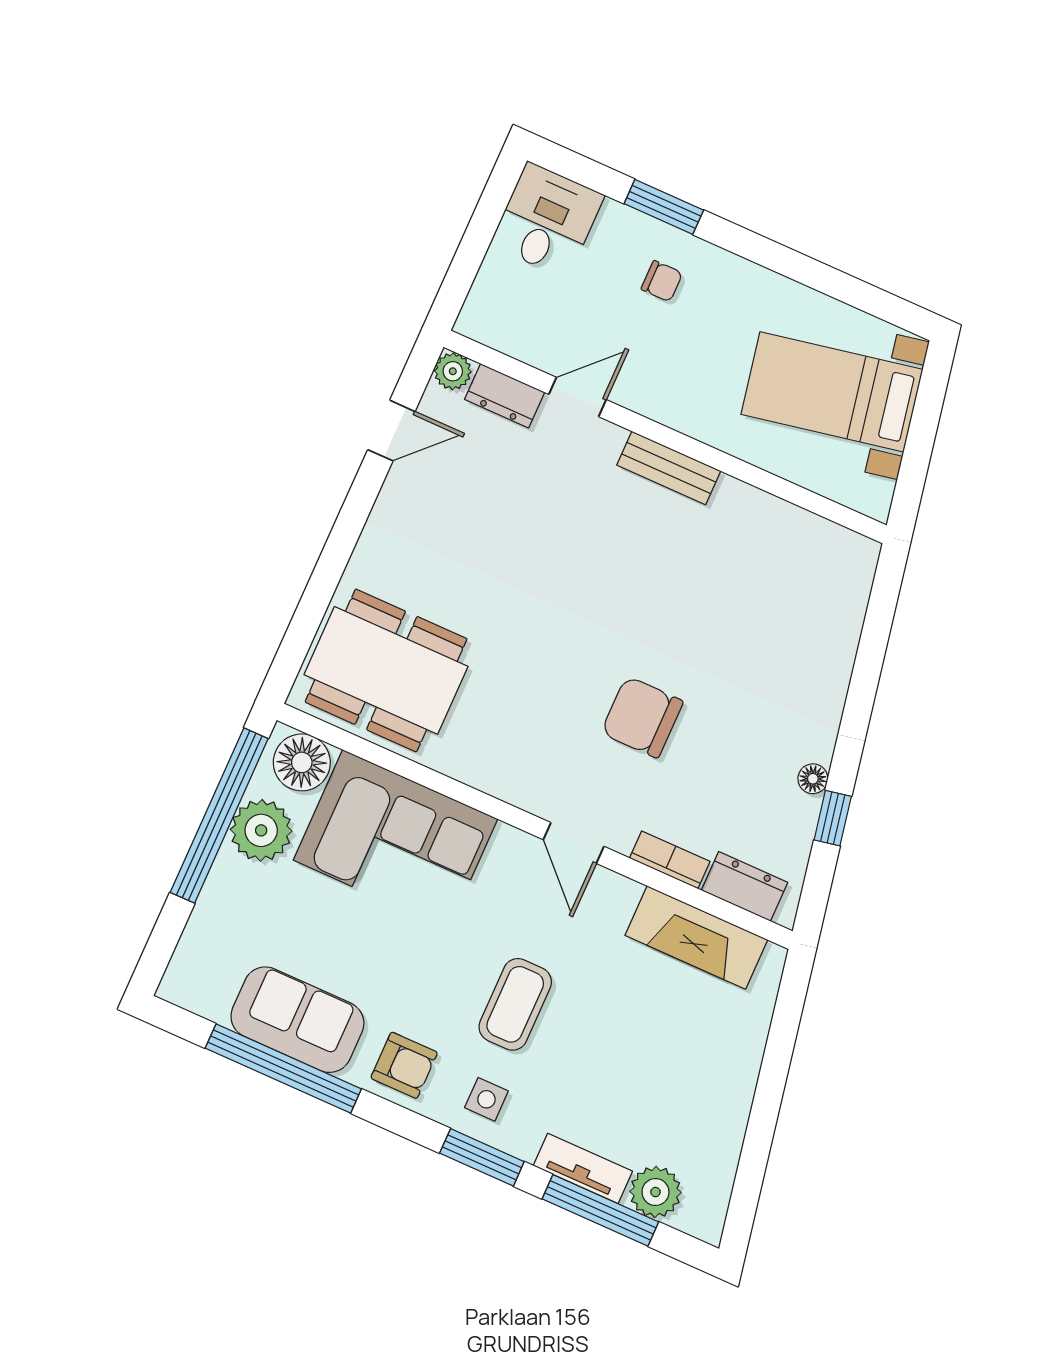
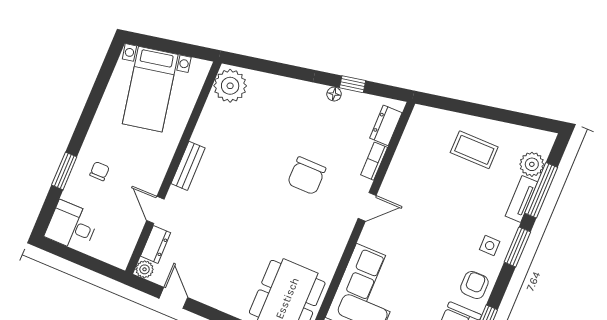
plant: (835, 560) -> (230, 86), added
fireplace: (696, 937) -> (411, 148), removed
coffee table: (515, 1004) -> (474, 150), moved

